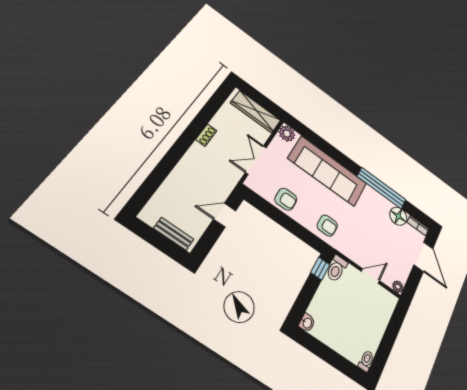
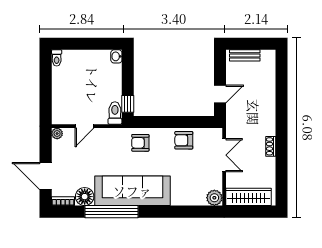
sofa: (328, 171) -> (132, 191), moved

